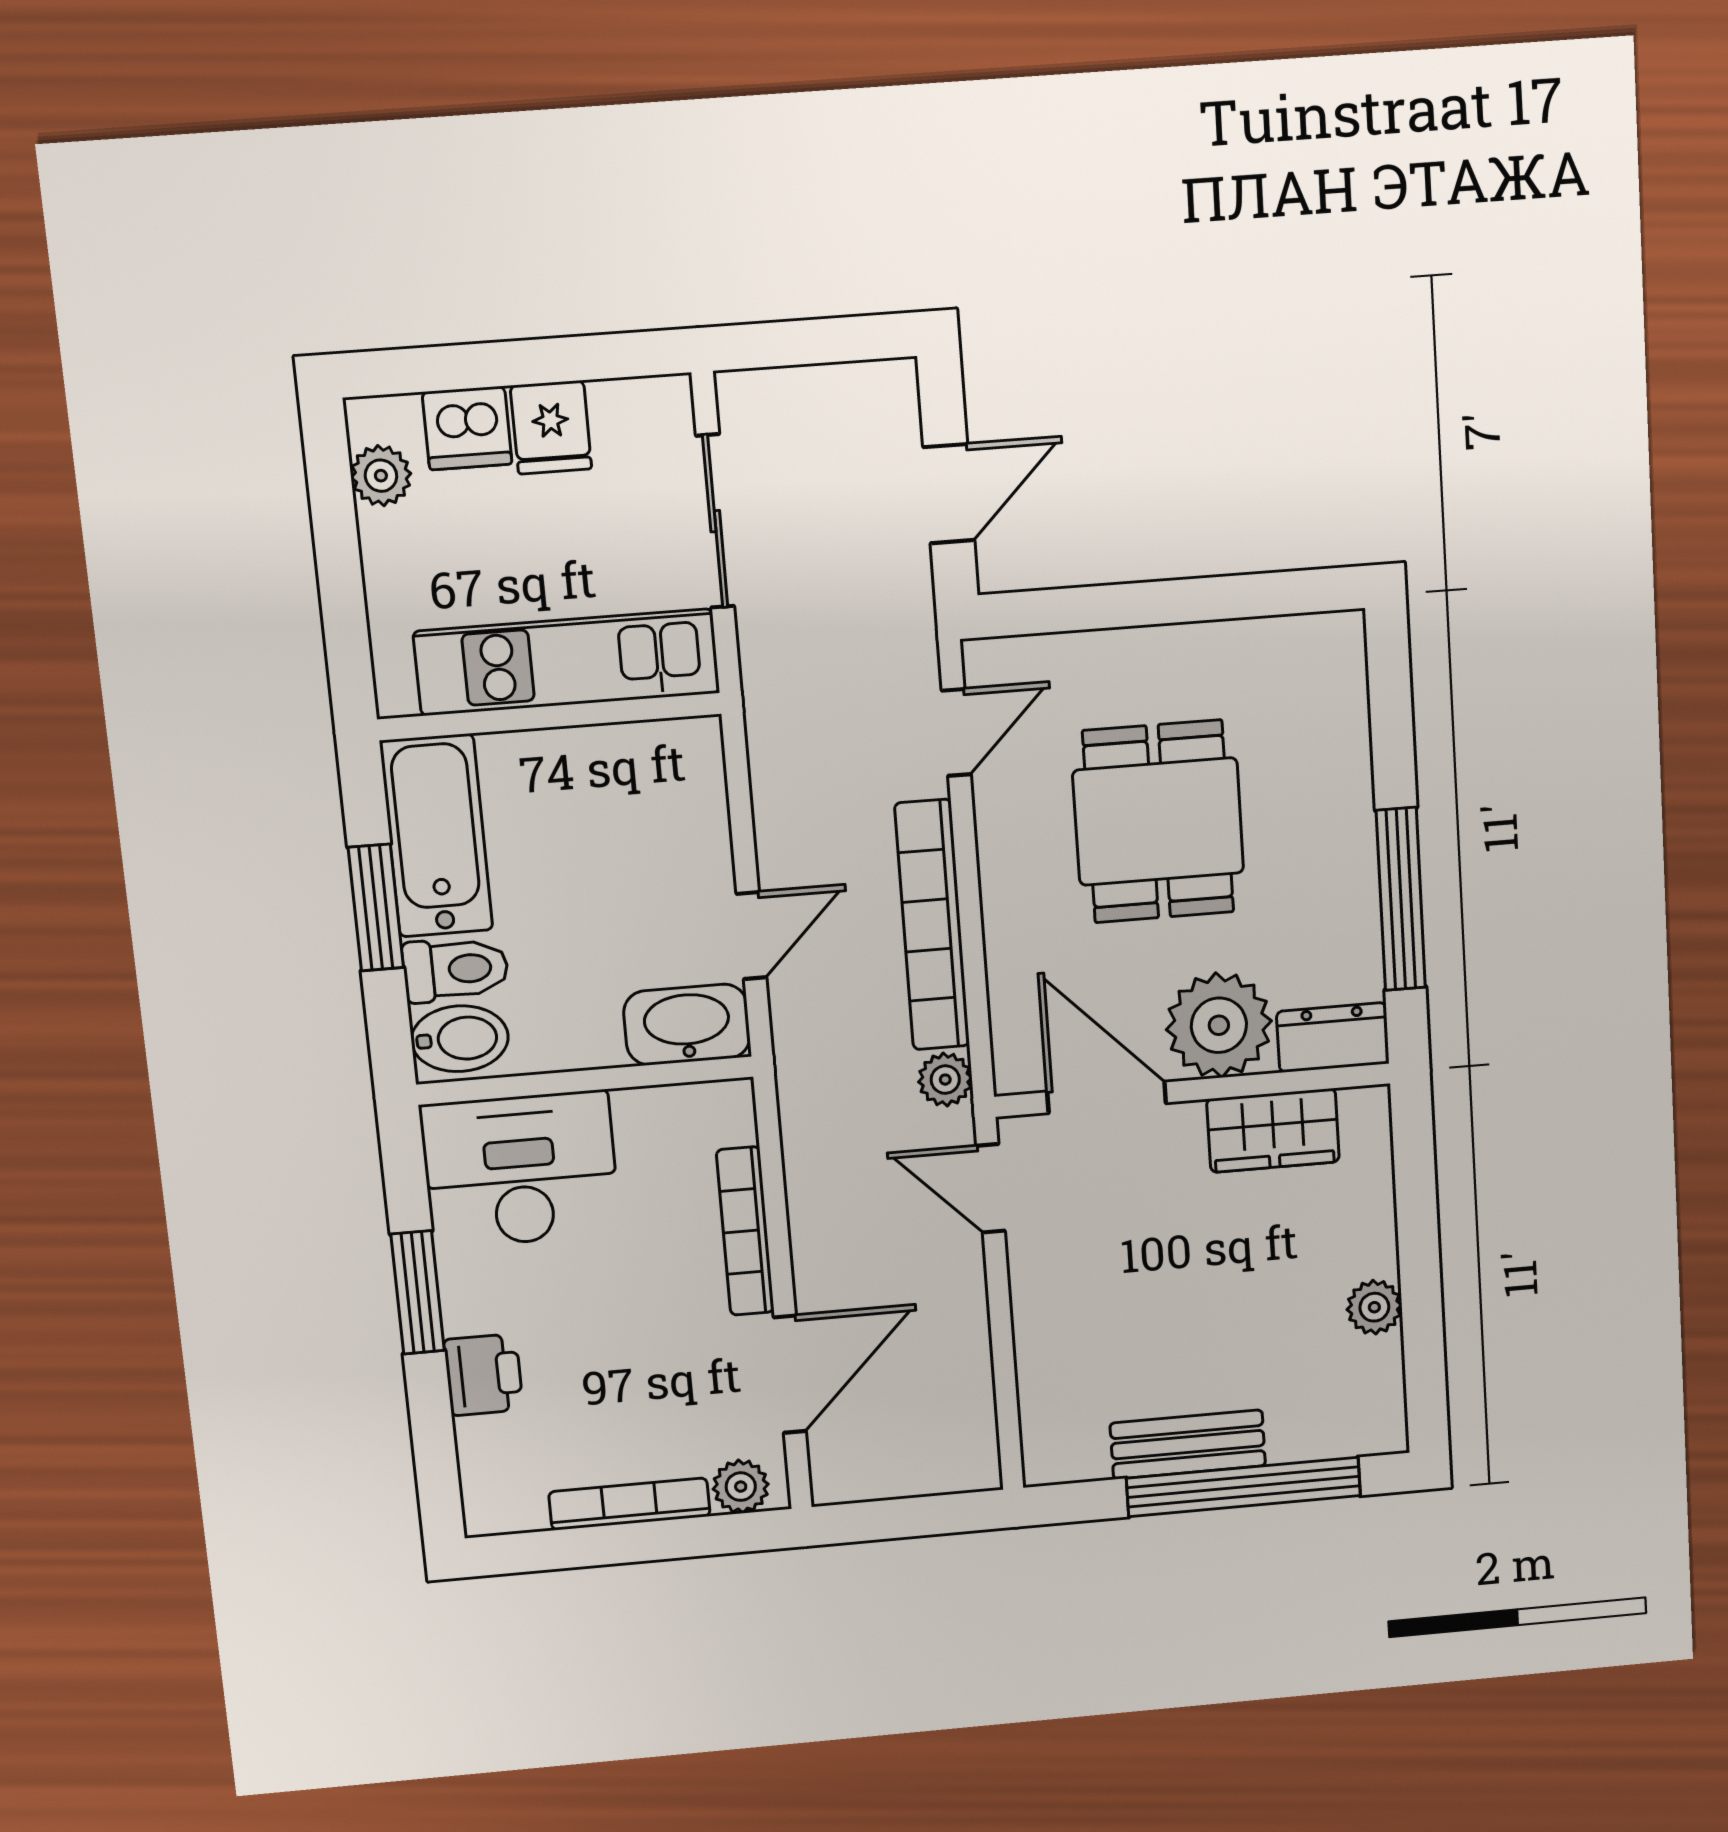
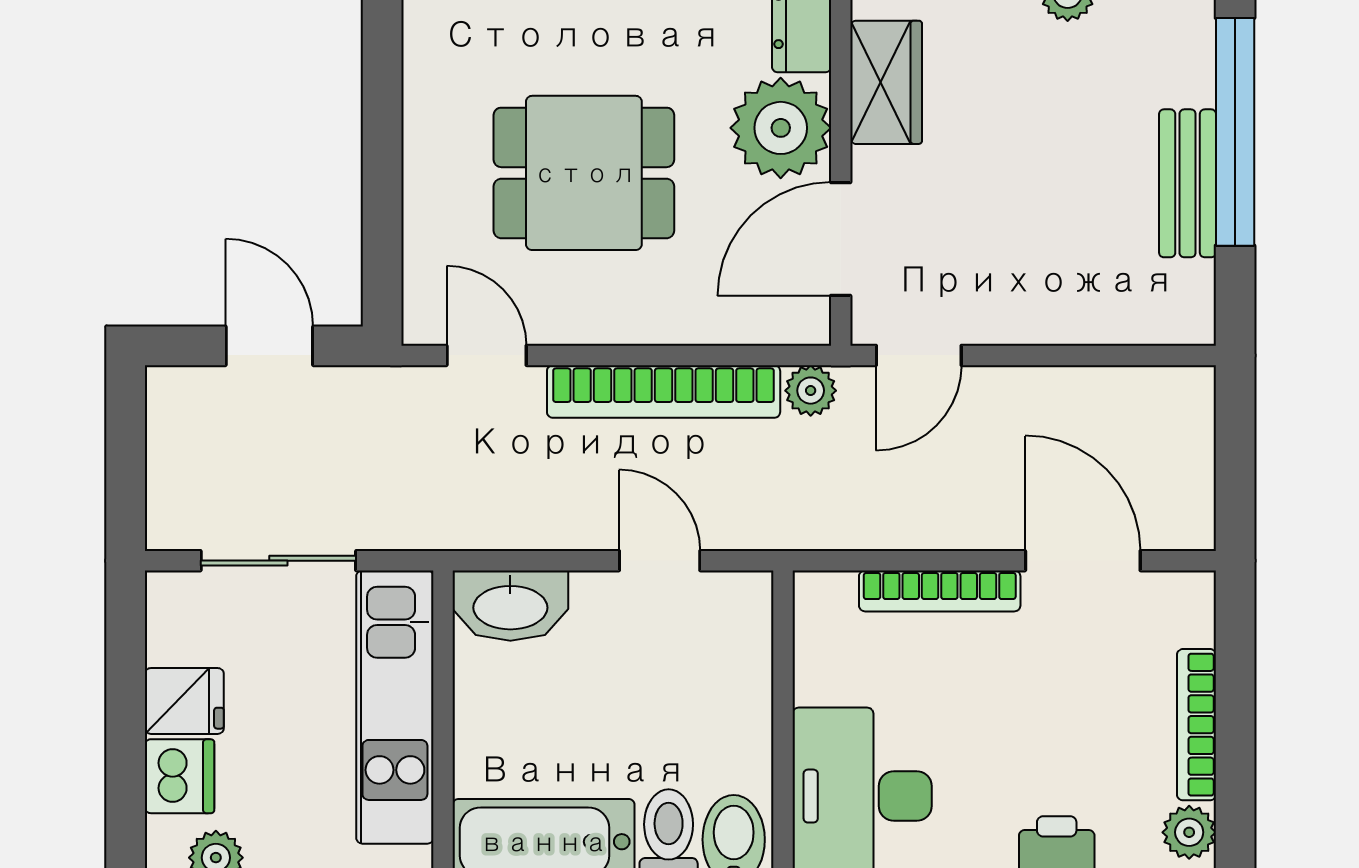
washbasin: (687, 1025) -> (510, 606), moved, turned -90
plant: (741, 1487) -> (1189, 832), moved

